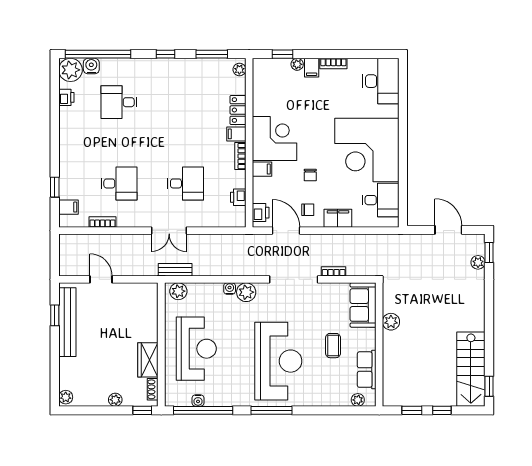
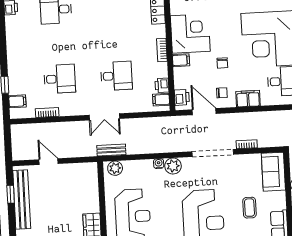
filing cabinet: (236, 134) -> (161, 100), moved

